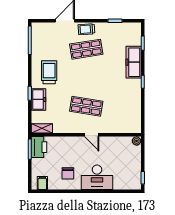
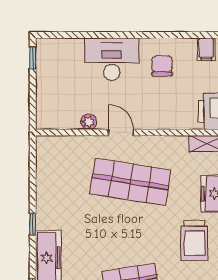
shop shelf: (86, 106) -> (130, 182), width x1.43, depth x1.36
plant: (137, 141) -> (89, 122), moved

